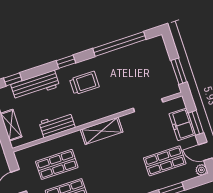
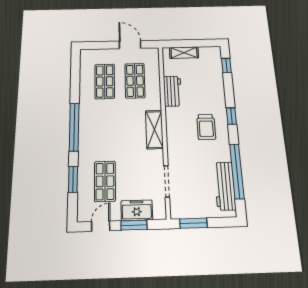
workbench: (35, 85) -> (225, 186), moved
plant: (201, 170) -> (83, 216), removed

